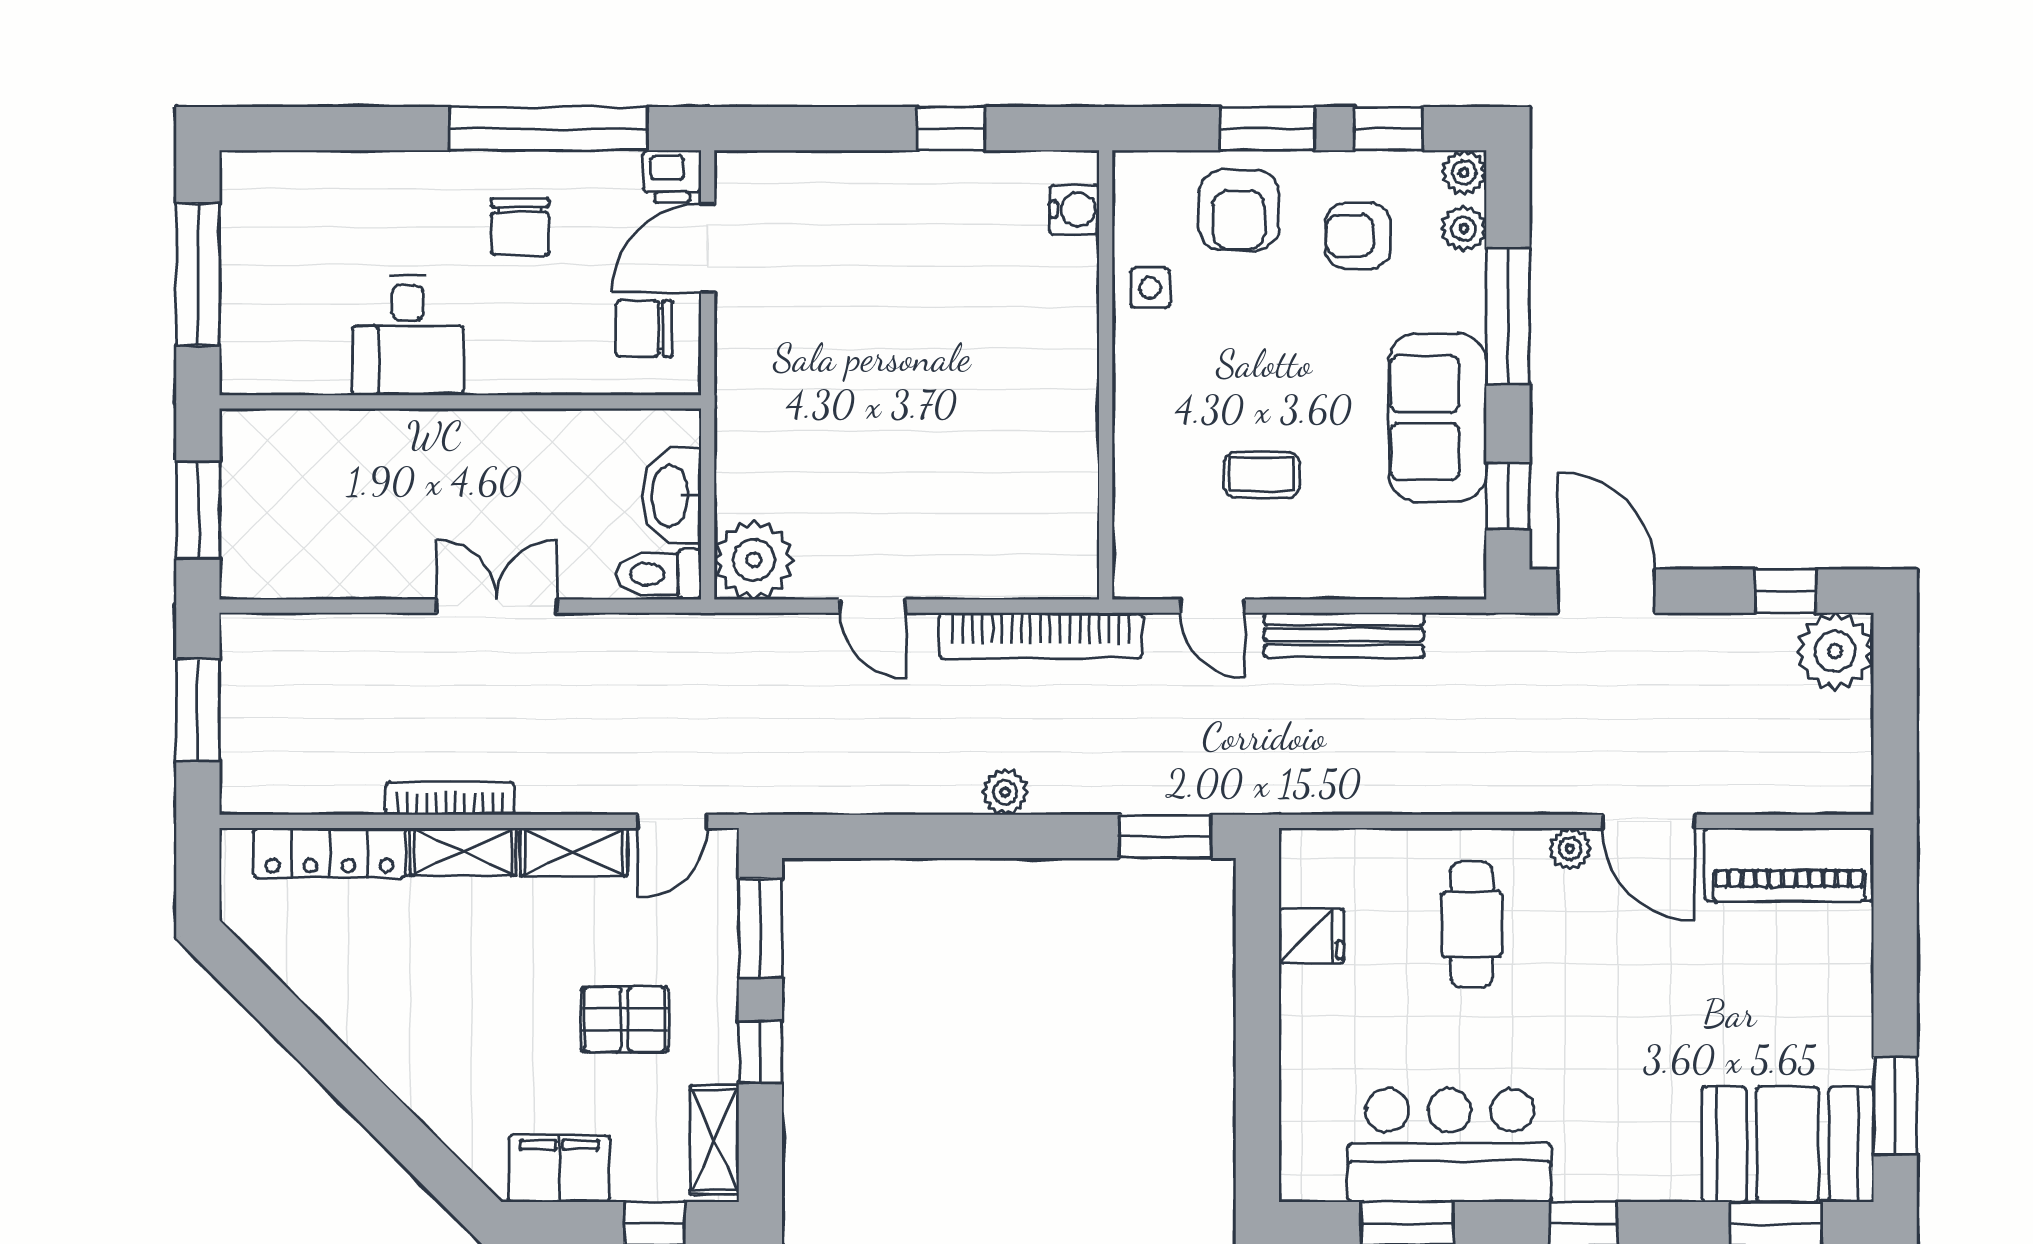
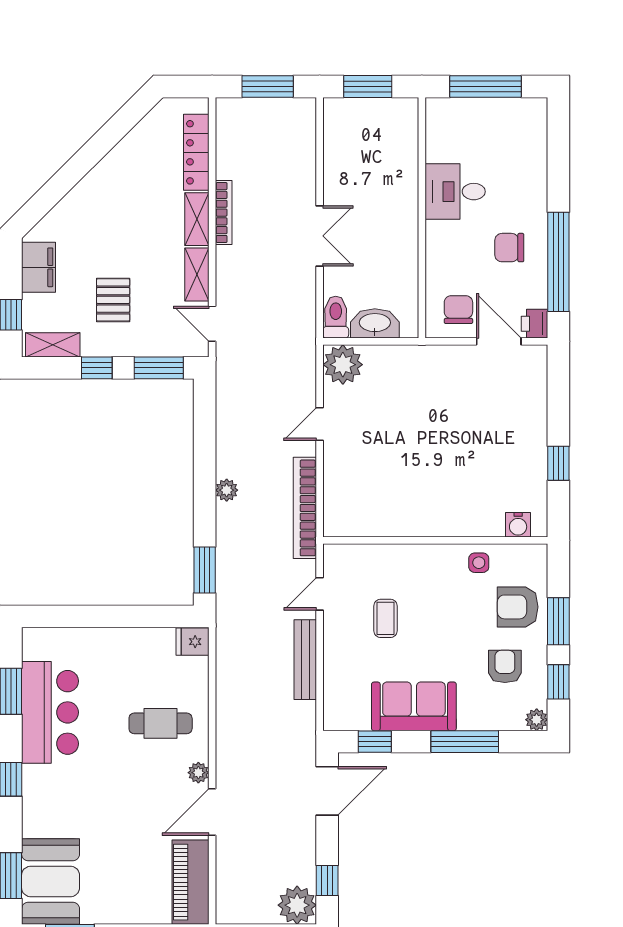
plant: (1464, 229) -> (508, 719), removed
fridge: (1311, 936) -> (193, 642), moved, turned 90

